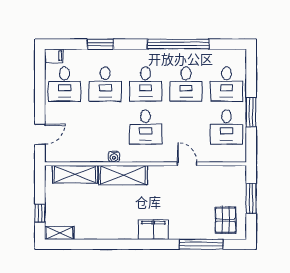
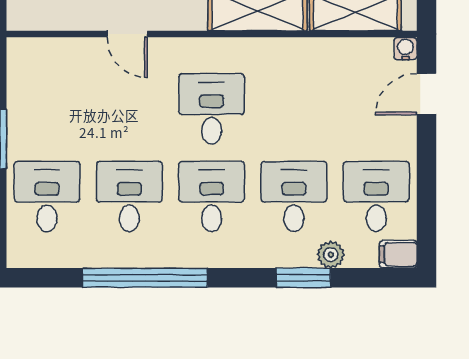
plant: (87, 55) -> (331, 255), added
desk: (226, 127) -> (47, 109), removed
water cooler: (114, 157) -> (405, 49), moved

